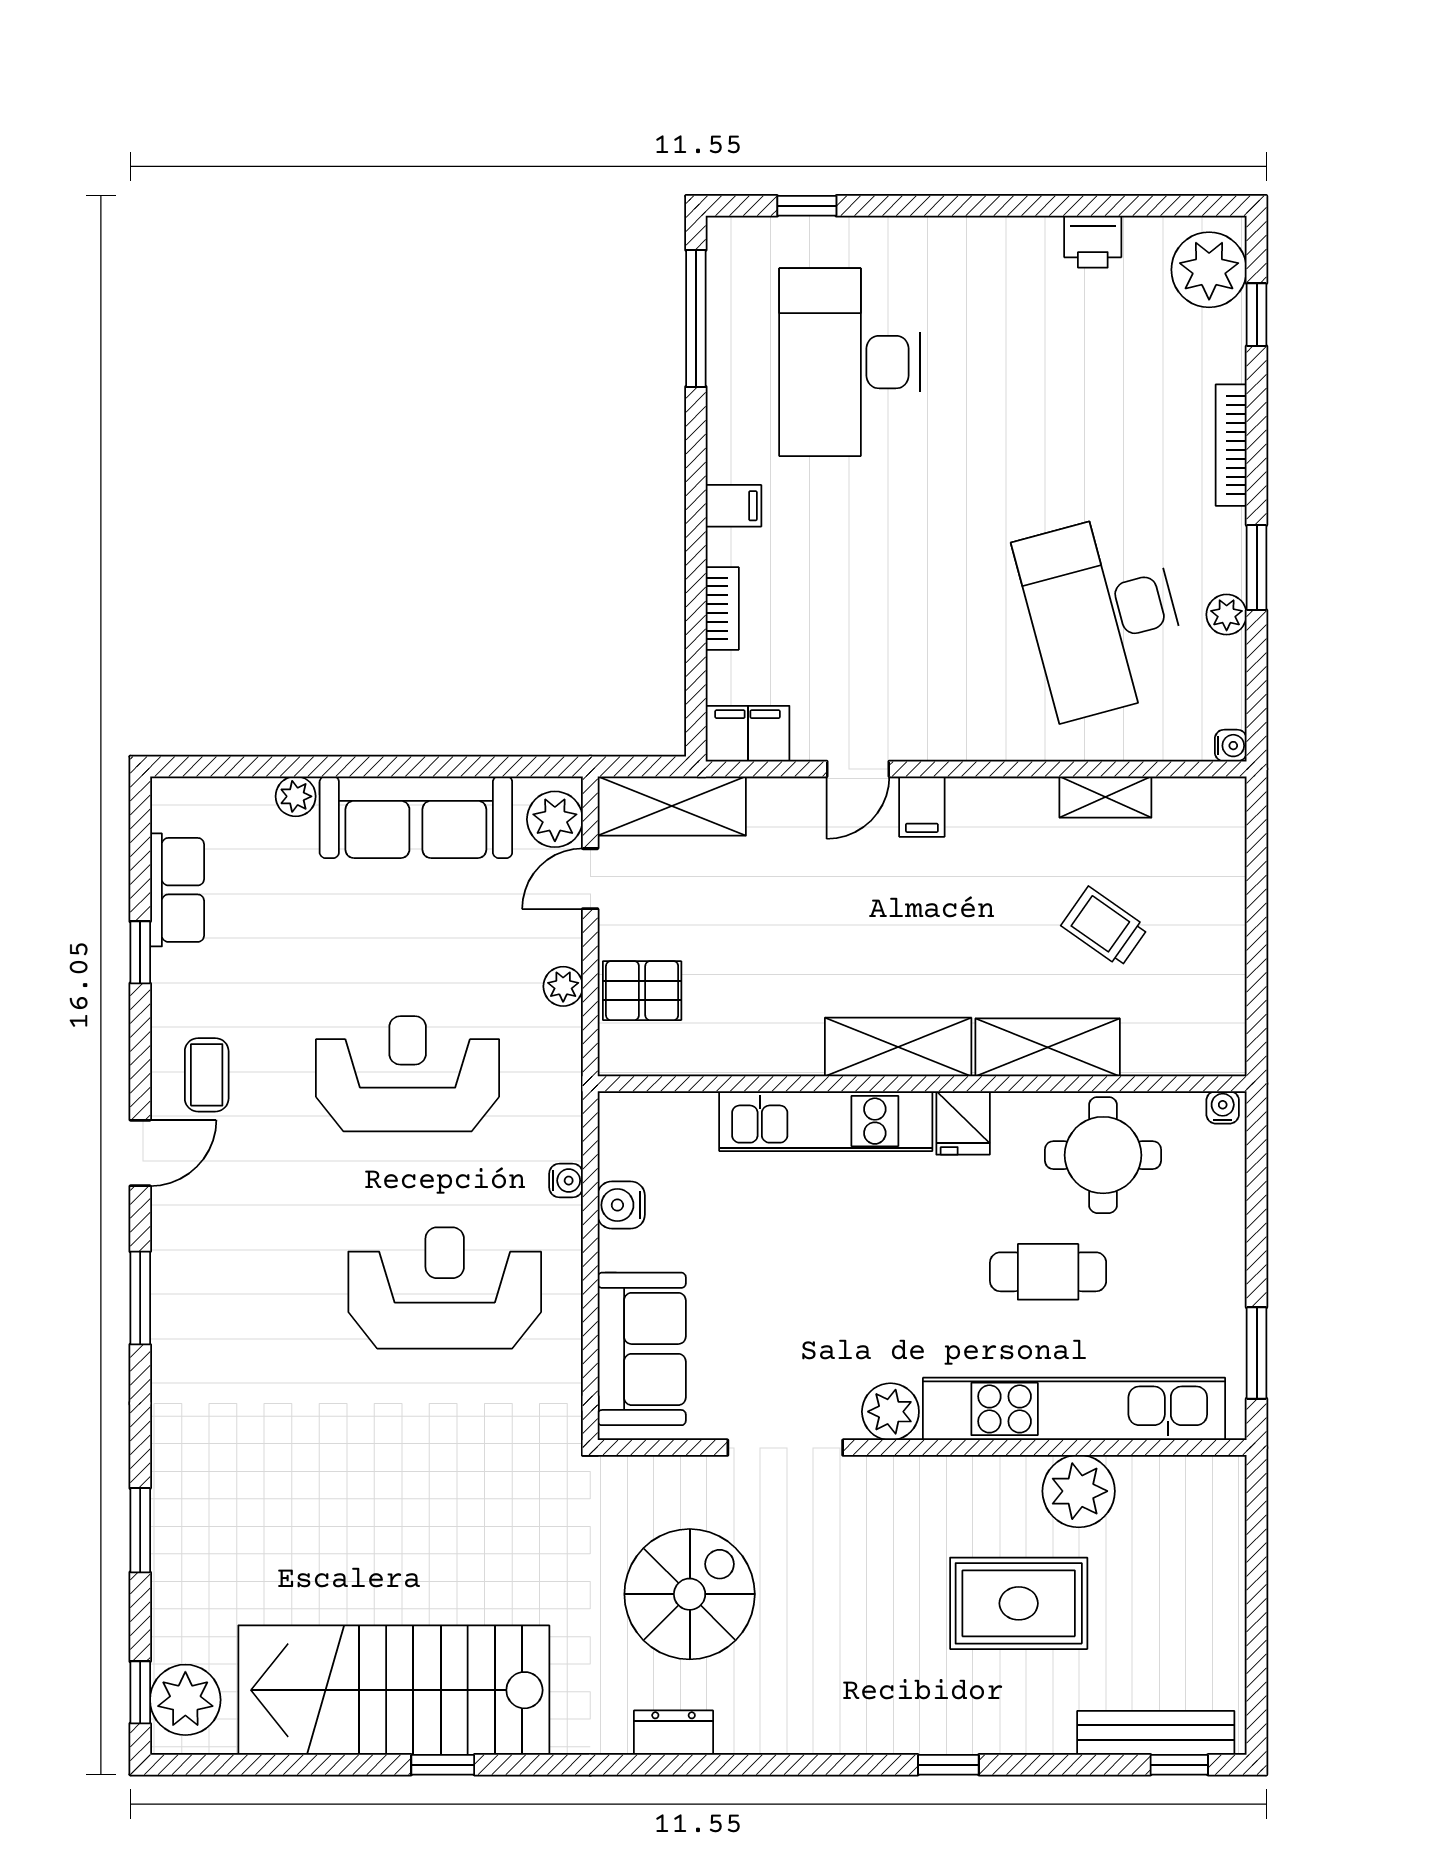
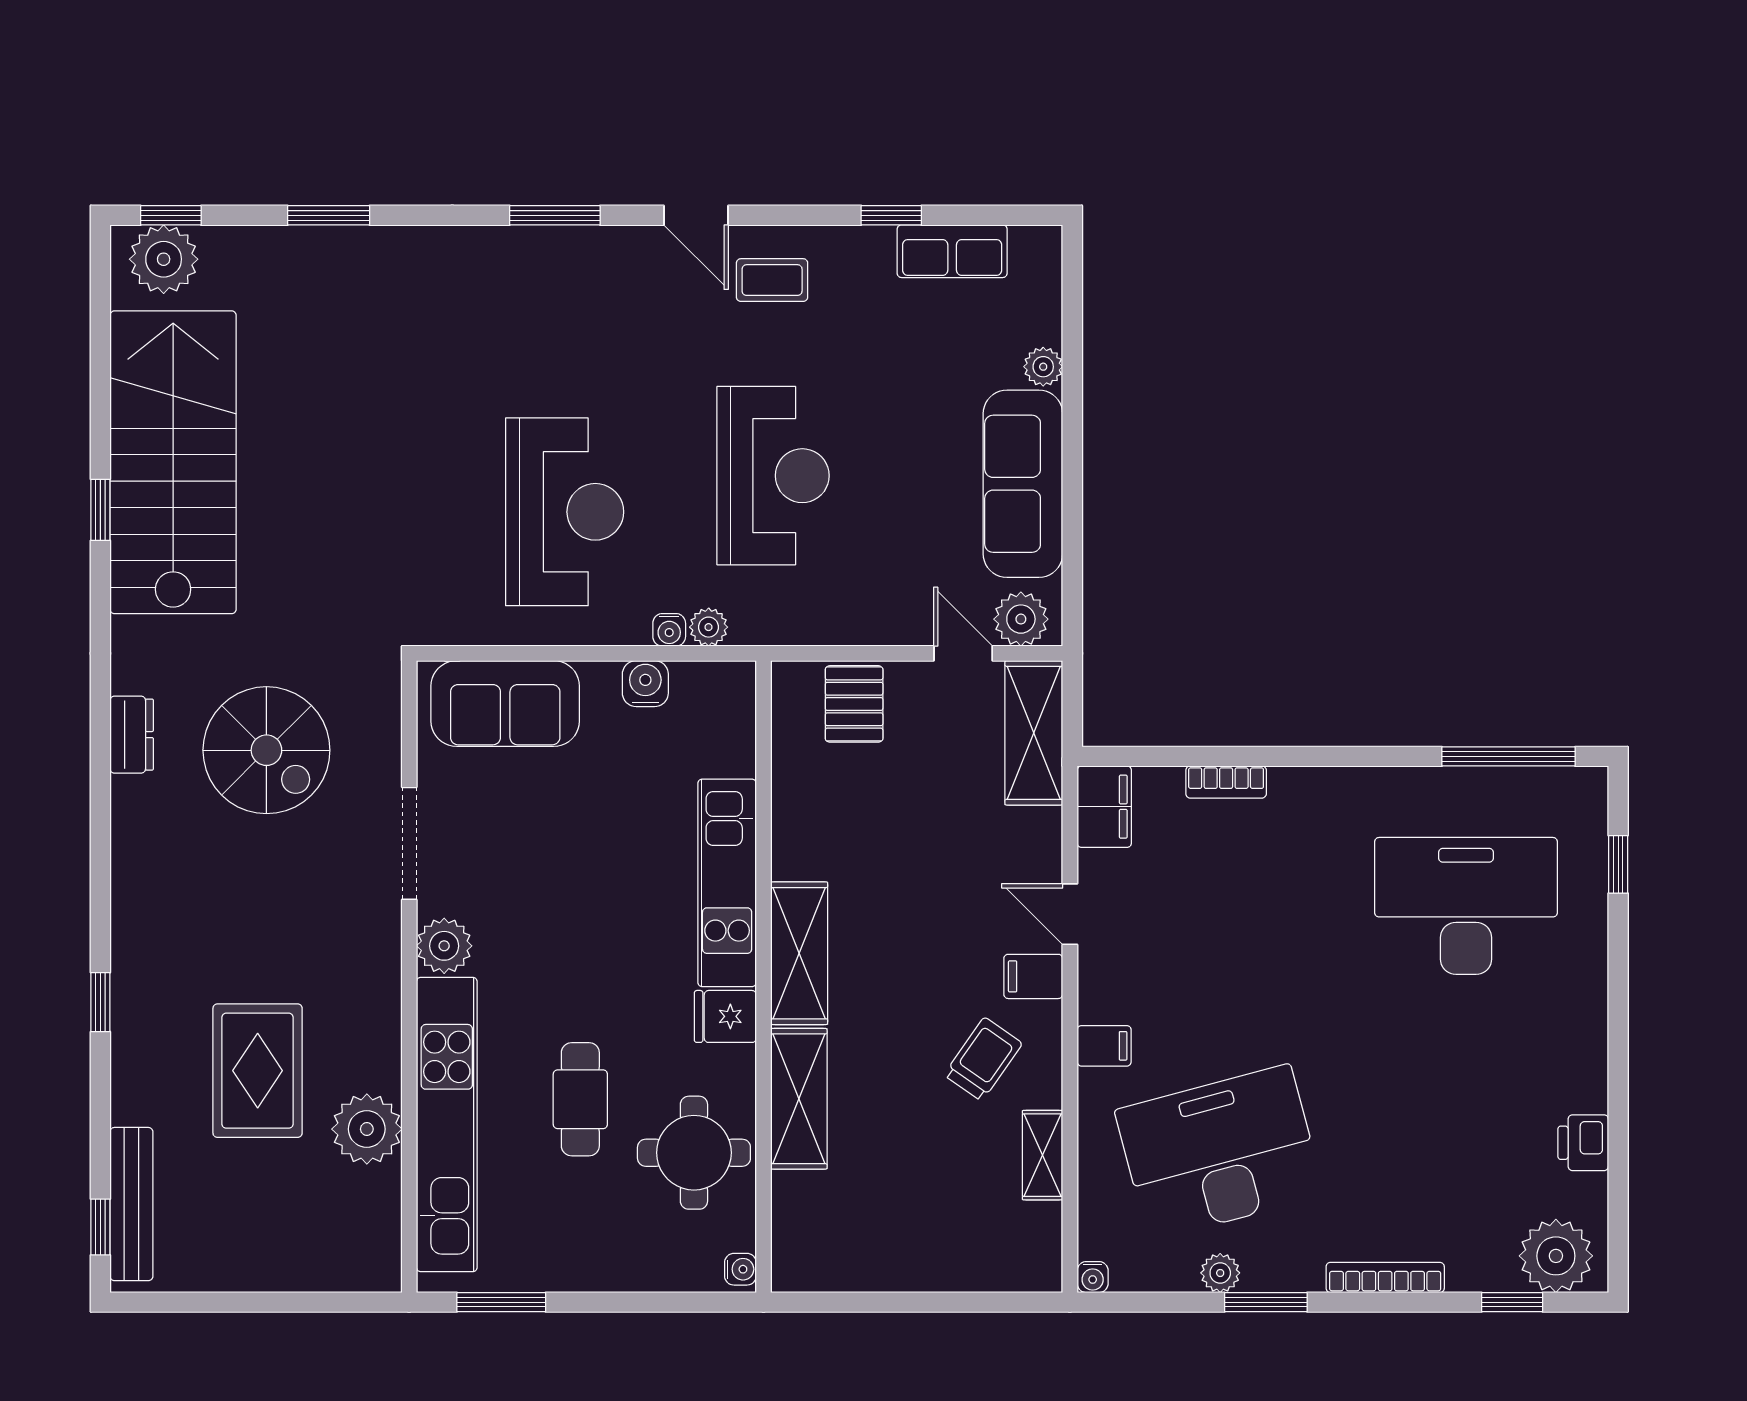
filing cabinet: (733, 506) -> (1104, 1046), moved, turned -90
trolley: (1105, 927) -> (983, 1059), moved
plant: (563, 986) -> (709, 627), moved

